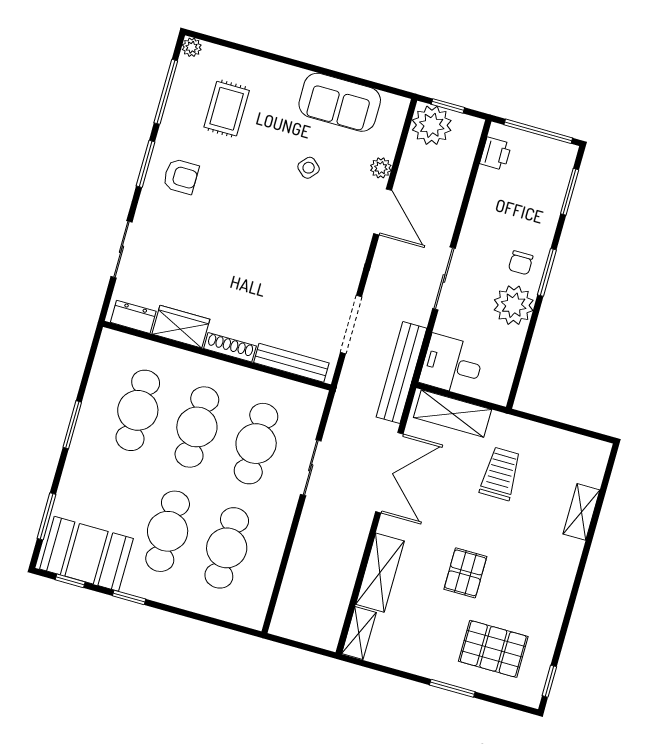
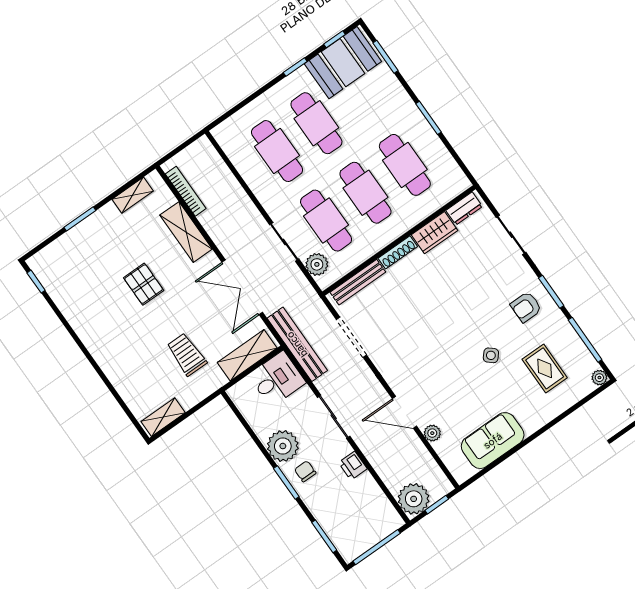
plant: (432, 125) -> (414, 499), moved
printer: (496, 154) -> (353, 466), moved
side table: (309, 168) -> (491, 355), moved
plant: (307, 417) -> (317, 264), added
trolley: (500, 474) -> (187, 355), turned 180
shelving: (581, 512) -> (163, 417), moved, turned 90
bookcase: (340, 606) -> (186, 191), added
shelving: (359, 633) -> (133, 195), moved, turned 90
pallet: (493, 649) -> (83, 263), removed

